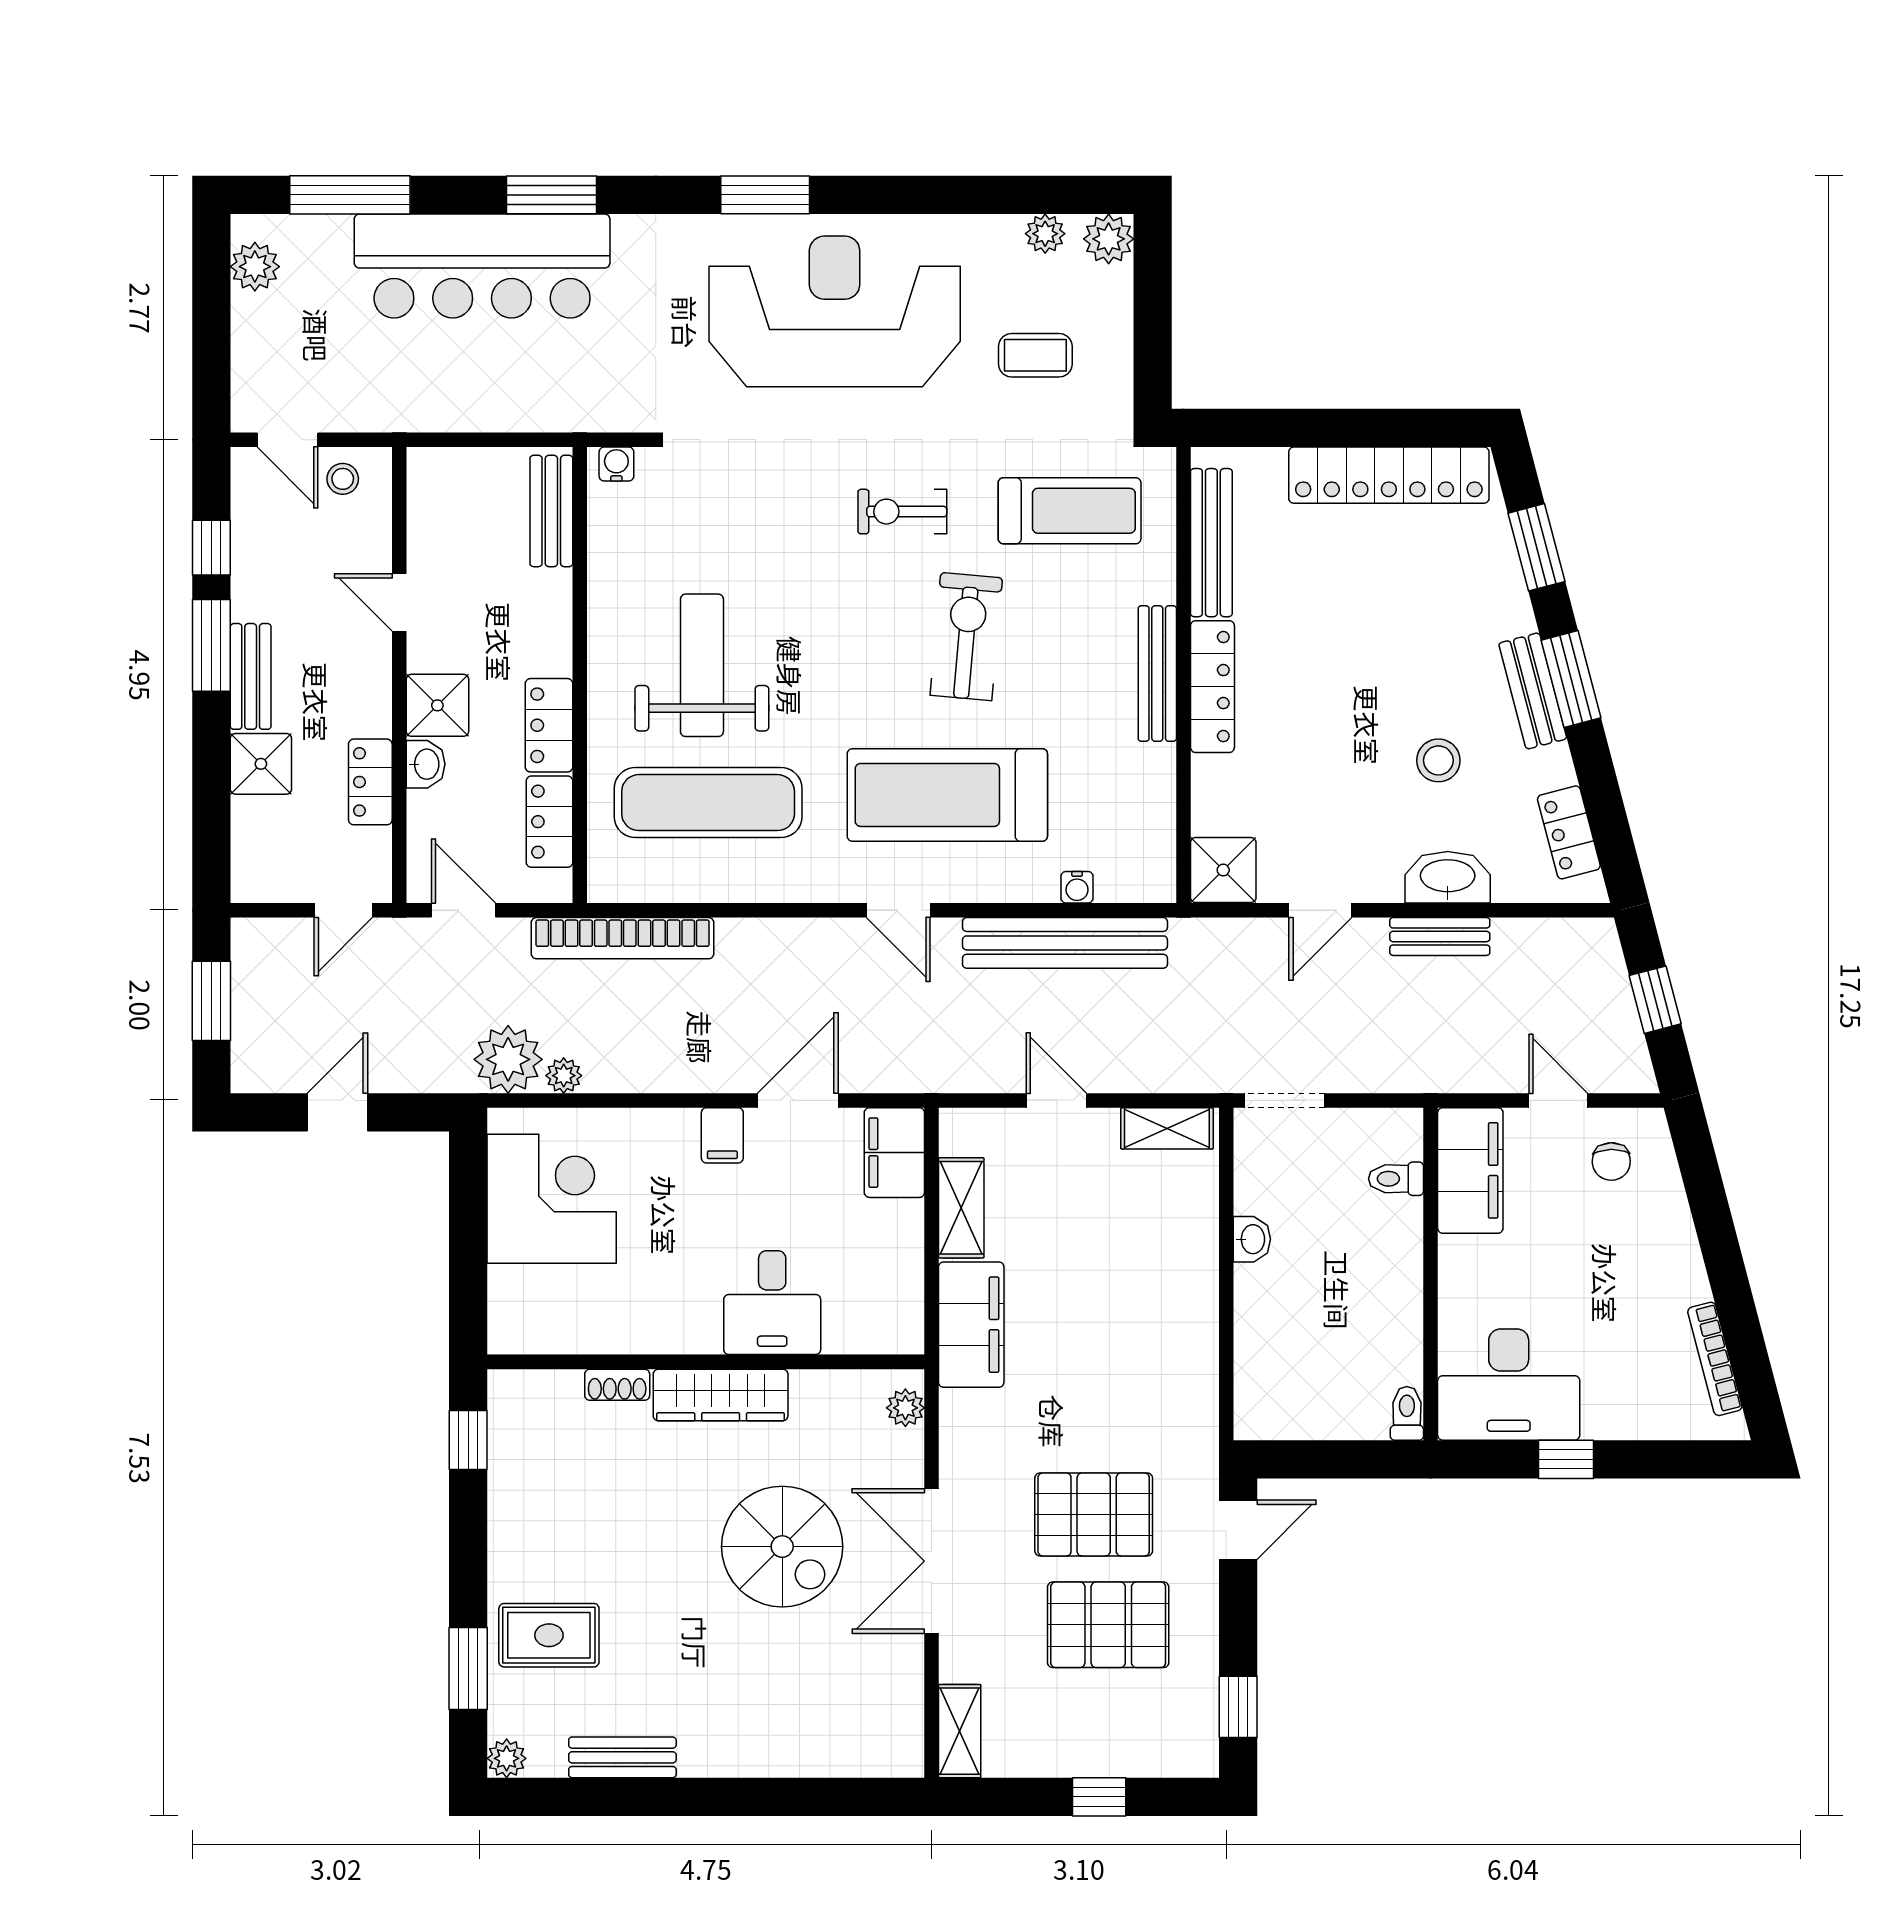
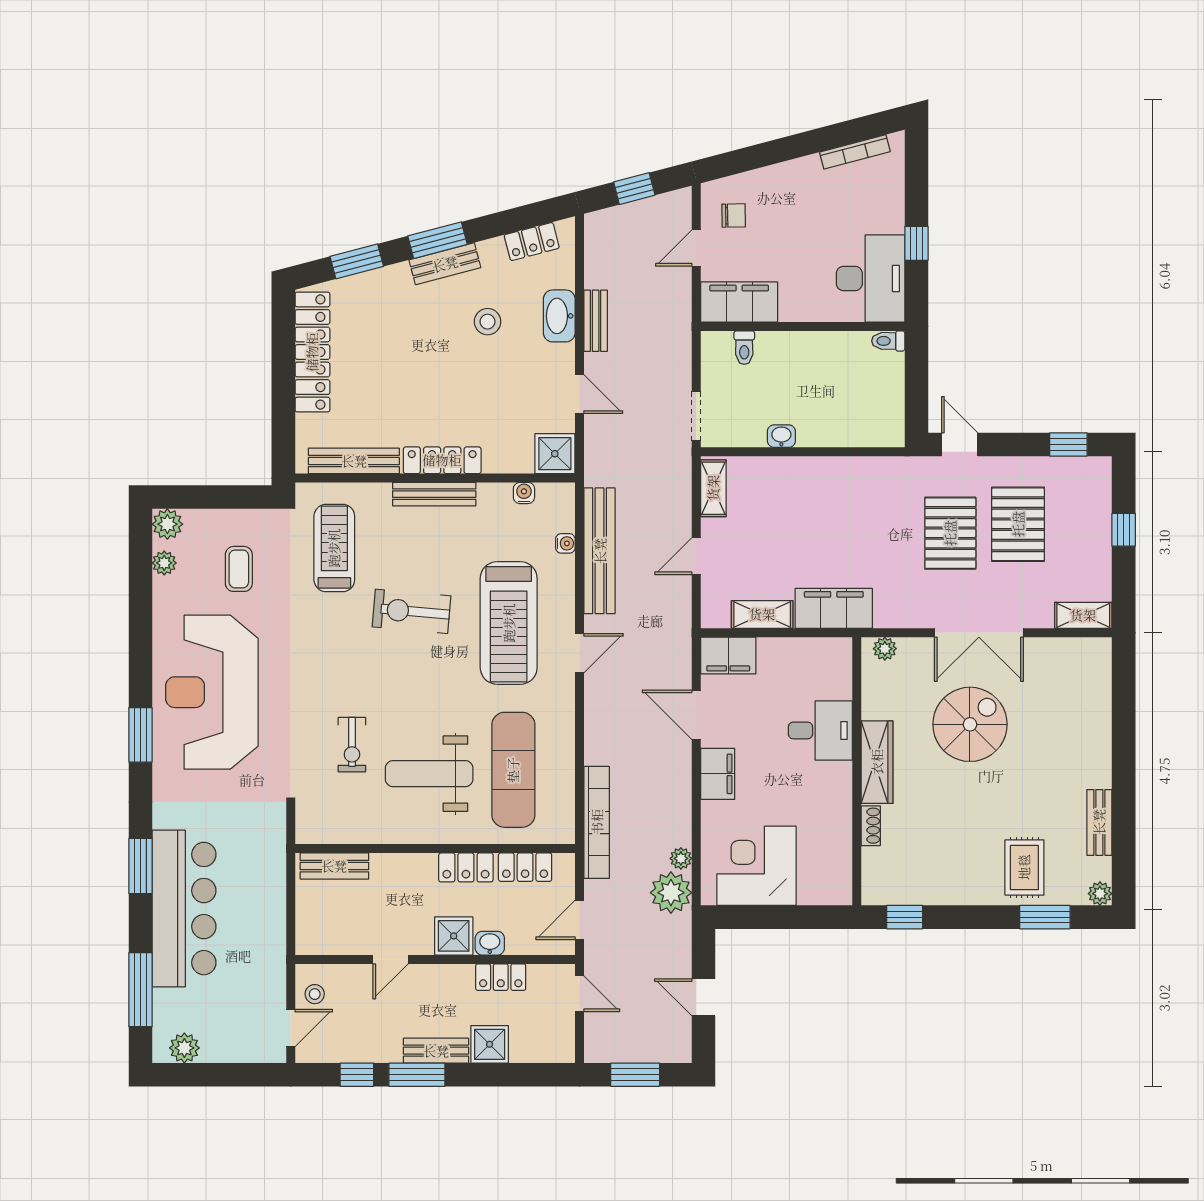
water cooler: (616, 464) -> (524, 493), moved, turned 90
exercise bike: (902, 512) -> (352, 745), moved
filing cabinet: (722, 1135) -> (718, 774), width x2.00

